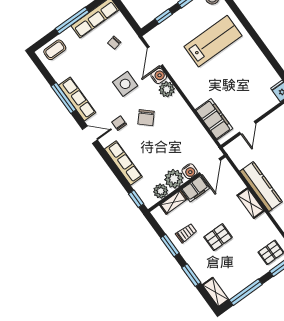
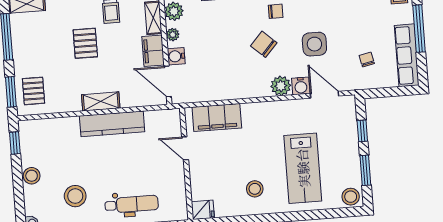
stool: (246, 65) -> (255, 189), added
plant: (174, 179) -> (173, 35), width x0.53, depth x0.53

